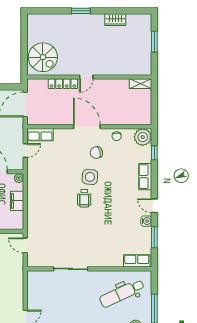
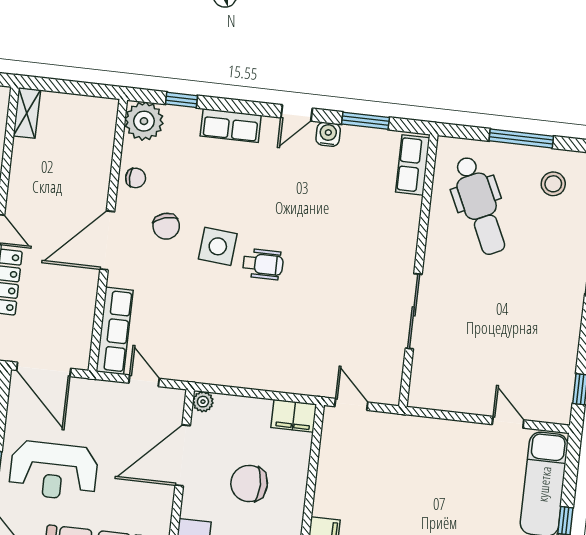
row of seats: (40, 135) -> (114, 331), width x1.48
filing cabinet: (17, 201) -> (294, 416), moved
door: (25, 245) -> (351, 404), swing flipped

